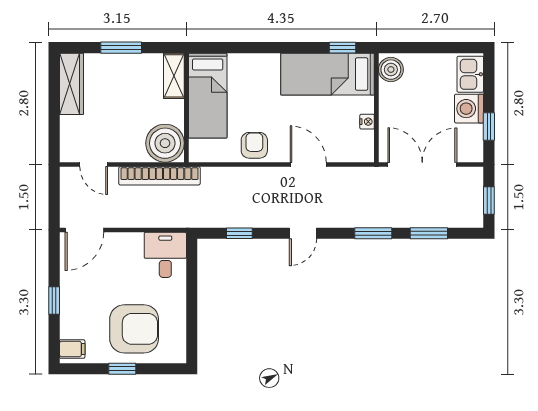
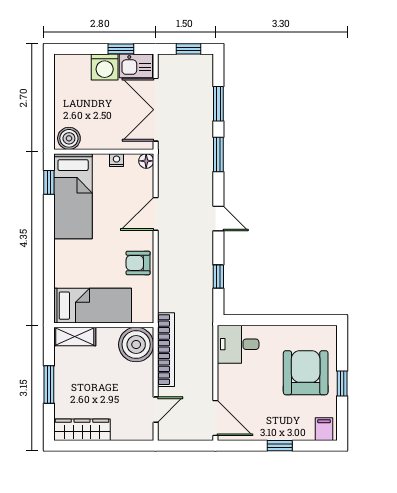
kitchen sink: (470, 74) -> (136, 66), moved
floor lamp: (366, 154) -> (146, 161), added

